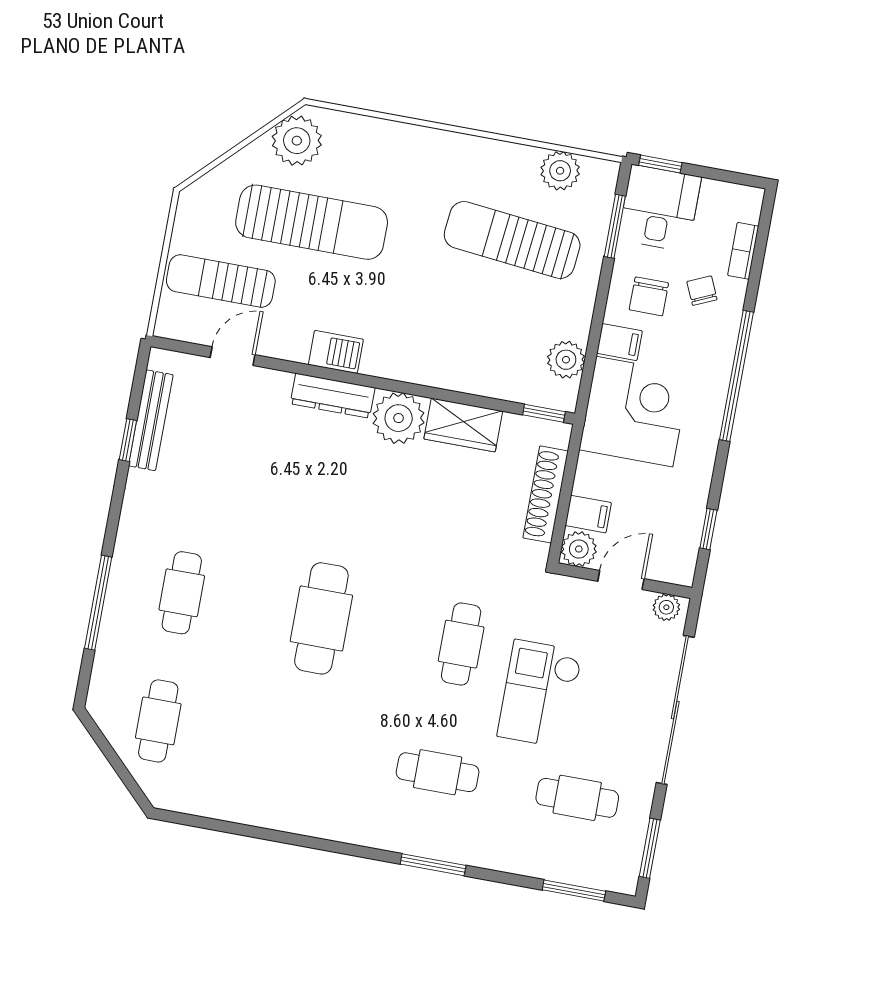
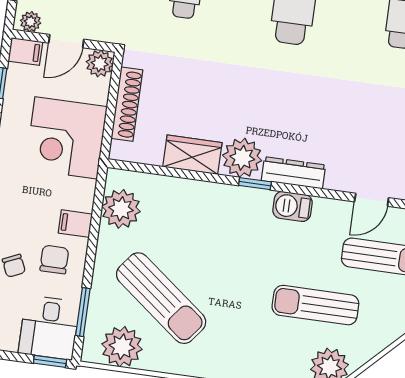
plant: (560, 171) -> (122, 347), width x1.36, depth x1.36
sun lounger: (312, 222) -> (315, 305), width x0.73, depth x0.75
sun lounger: (512, 240) -> (161, 298), turned 32
plant: (566, 360) -> (121, 209), width x1.36, depth x1.36
corner desk: (634, 412) -> (66, 138), moved
window: (544, 413) -> (255, 184), moved
filing cabinet: (588, 514) -> (25, 51), moved, turned 180

